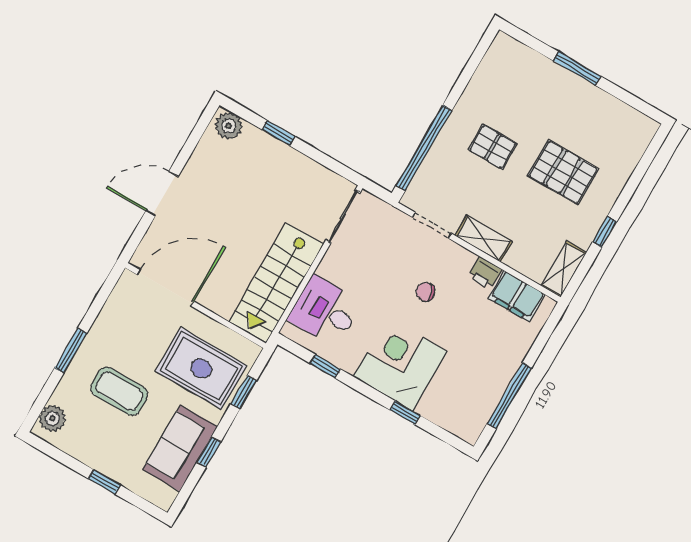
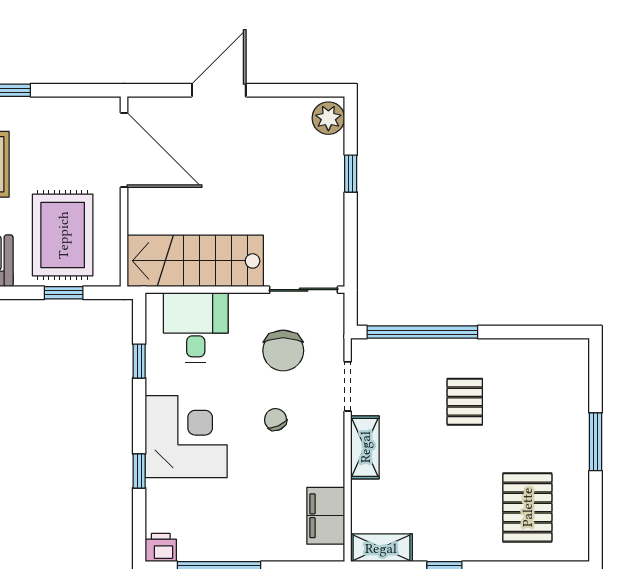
pallet: (563, 172) -> (527, 507), moved
door: (162, 194) -> (219, 90), hinge flipped
chair: (379, 257) -> (283, 351), added
printer: (485, 273) -> (161, 548), moved, turned 90

